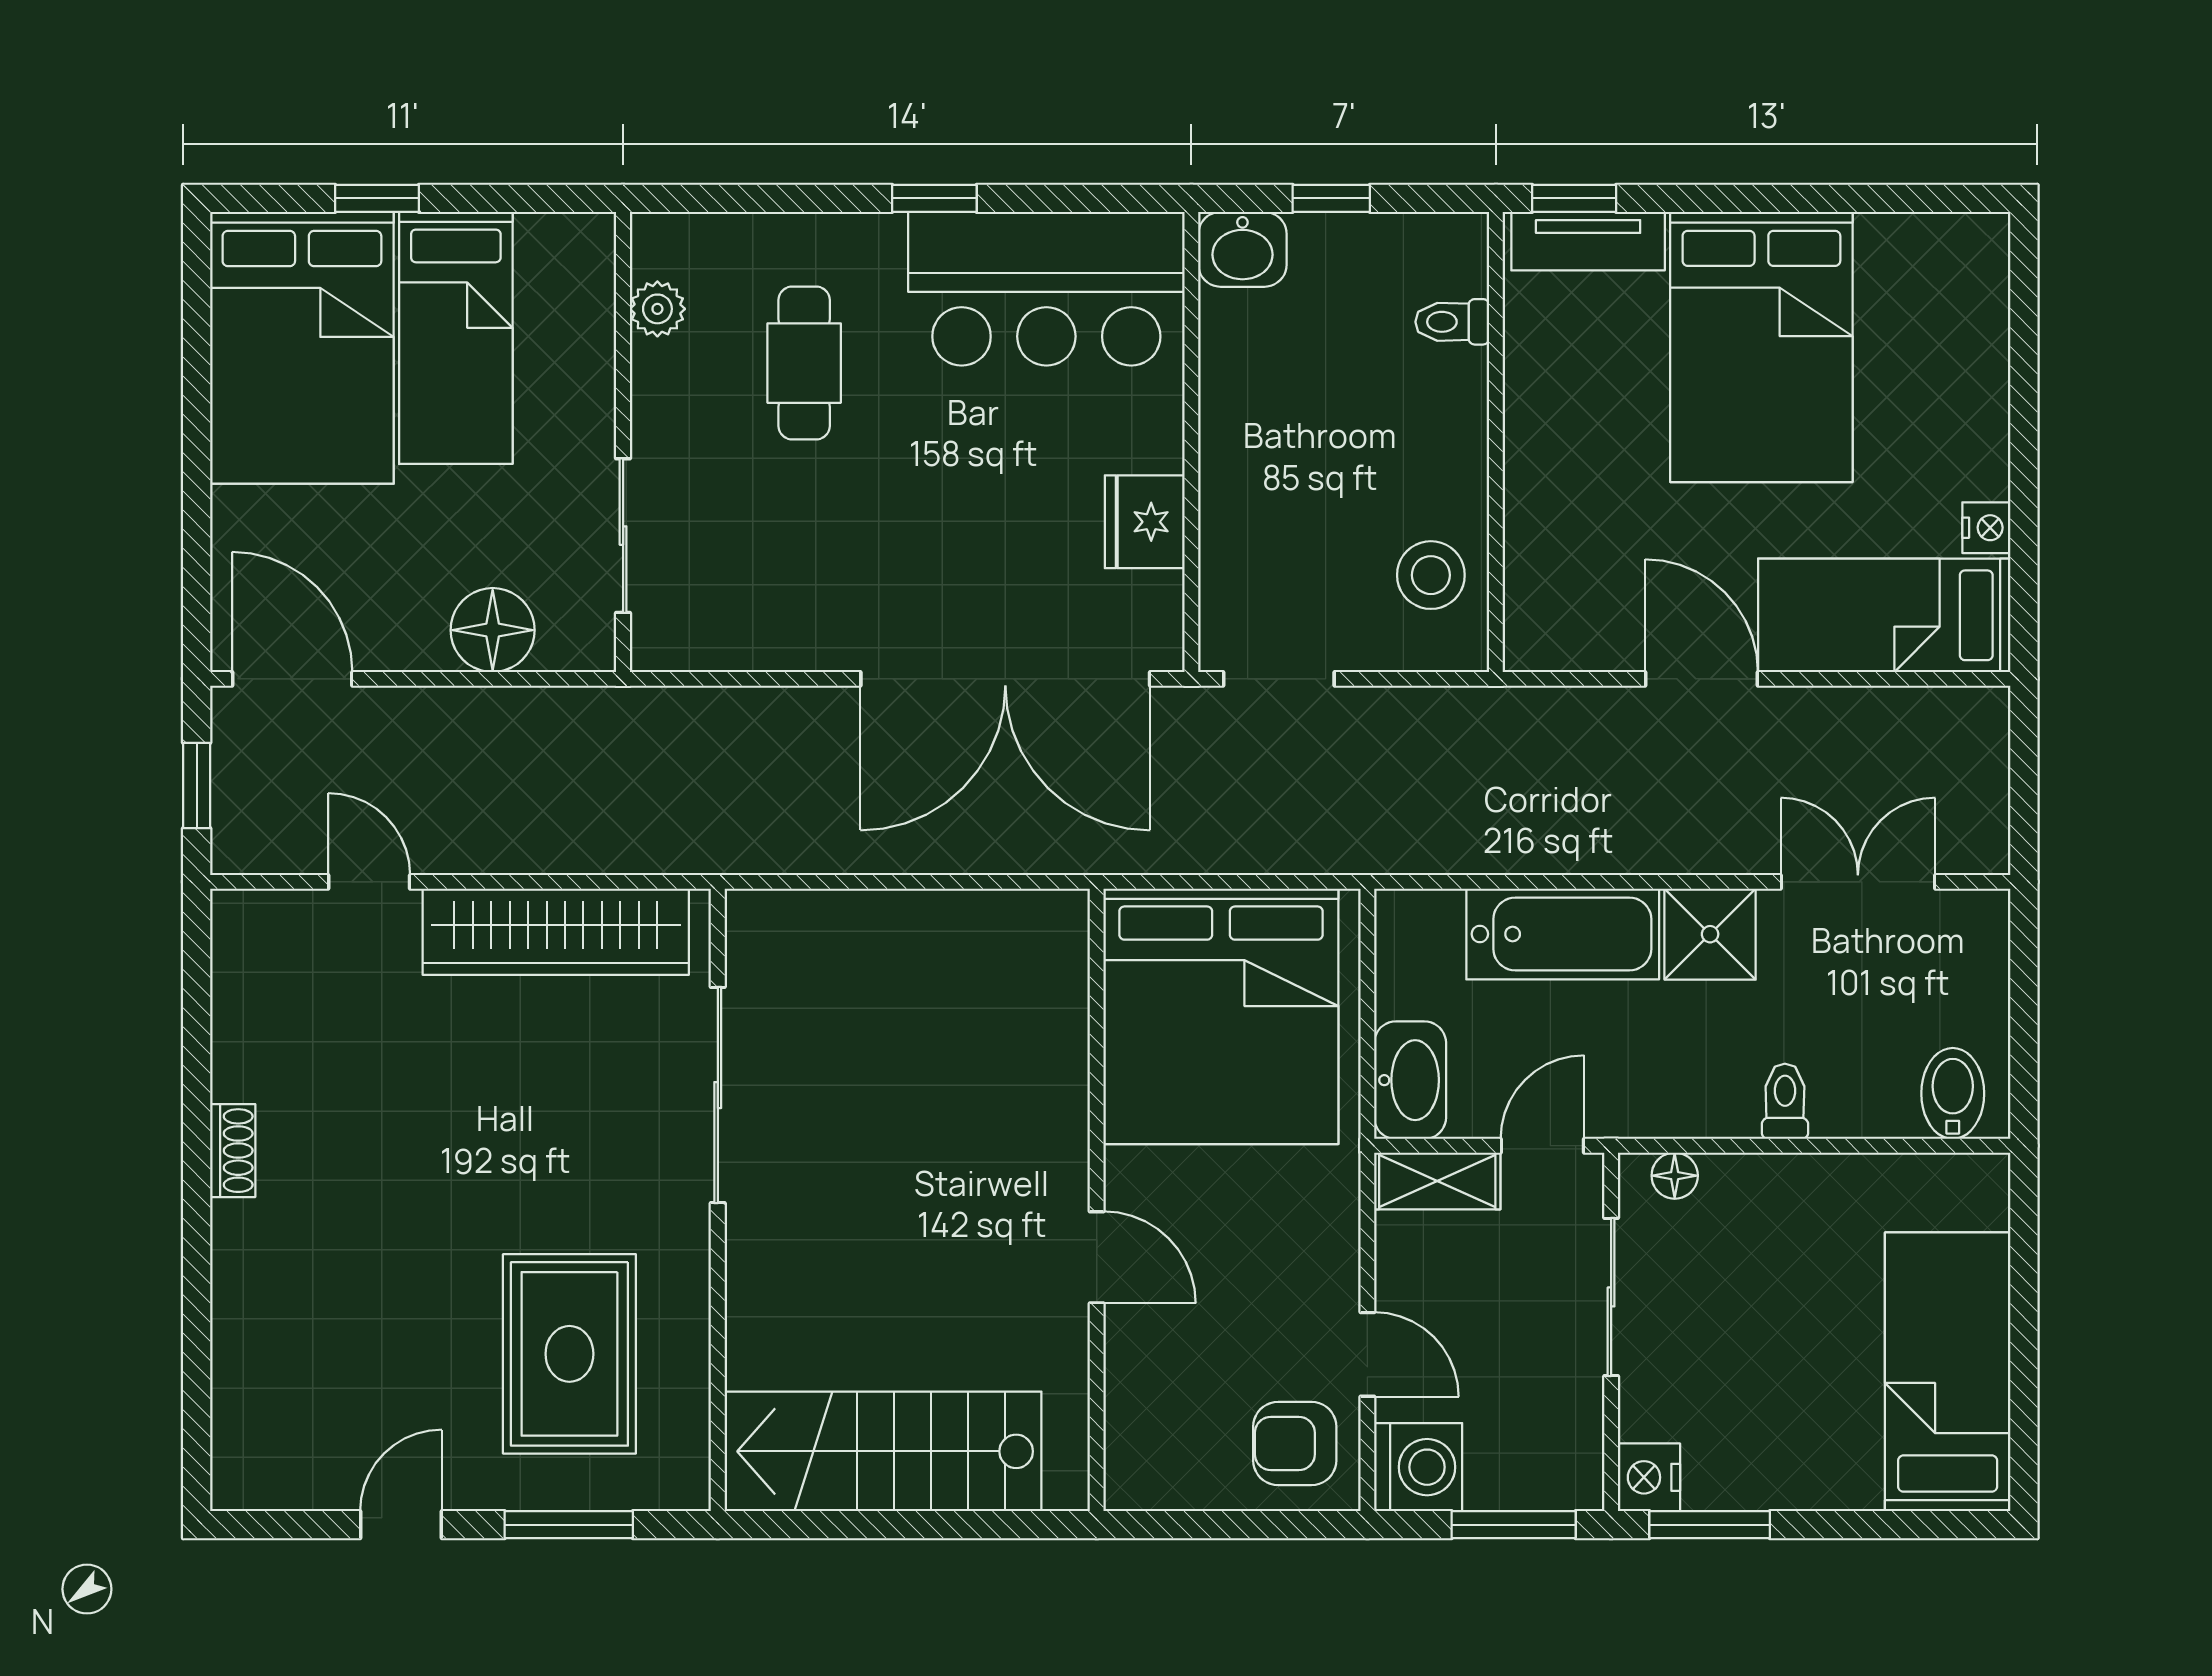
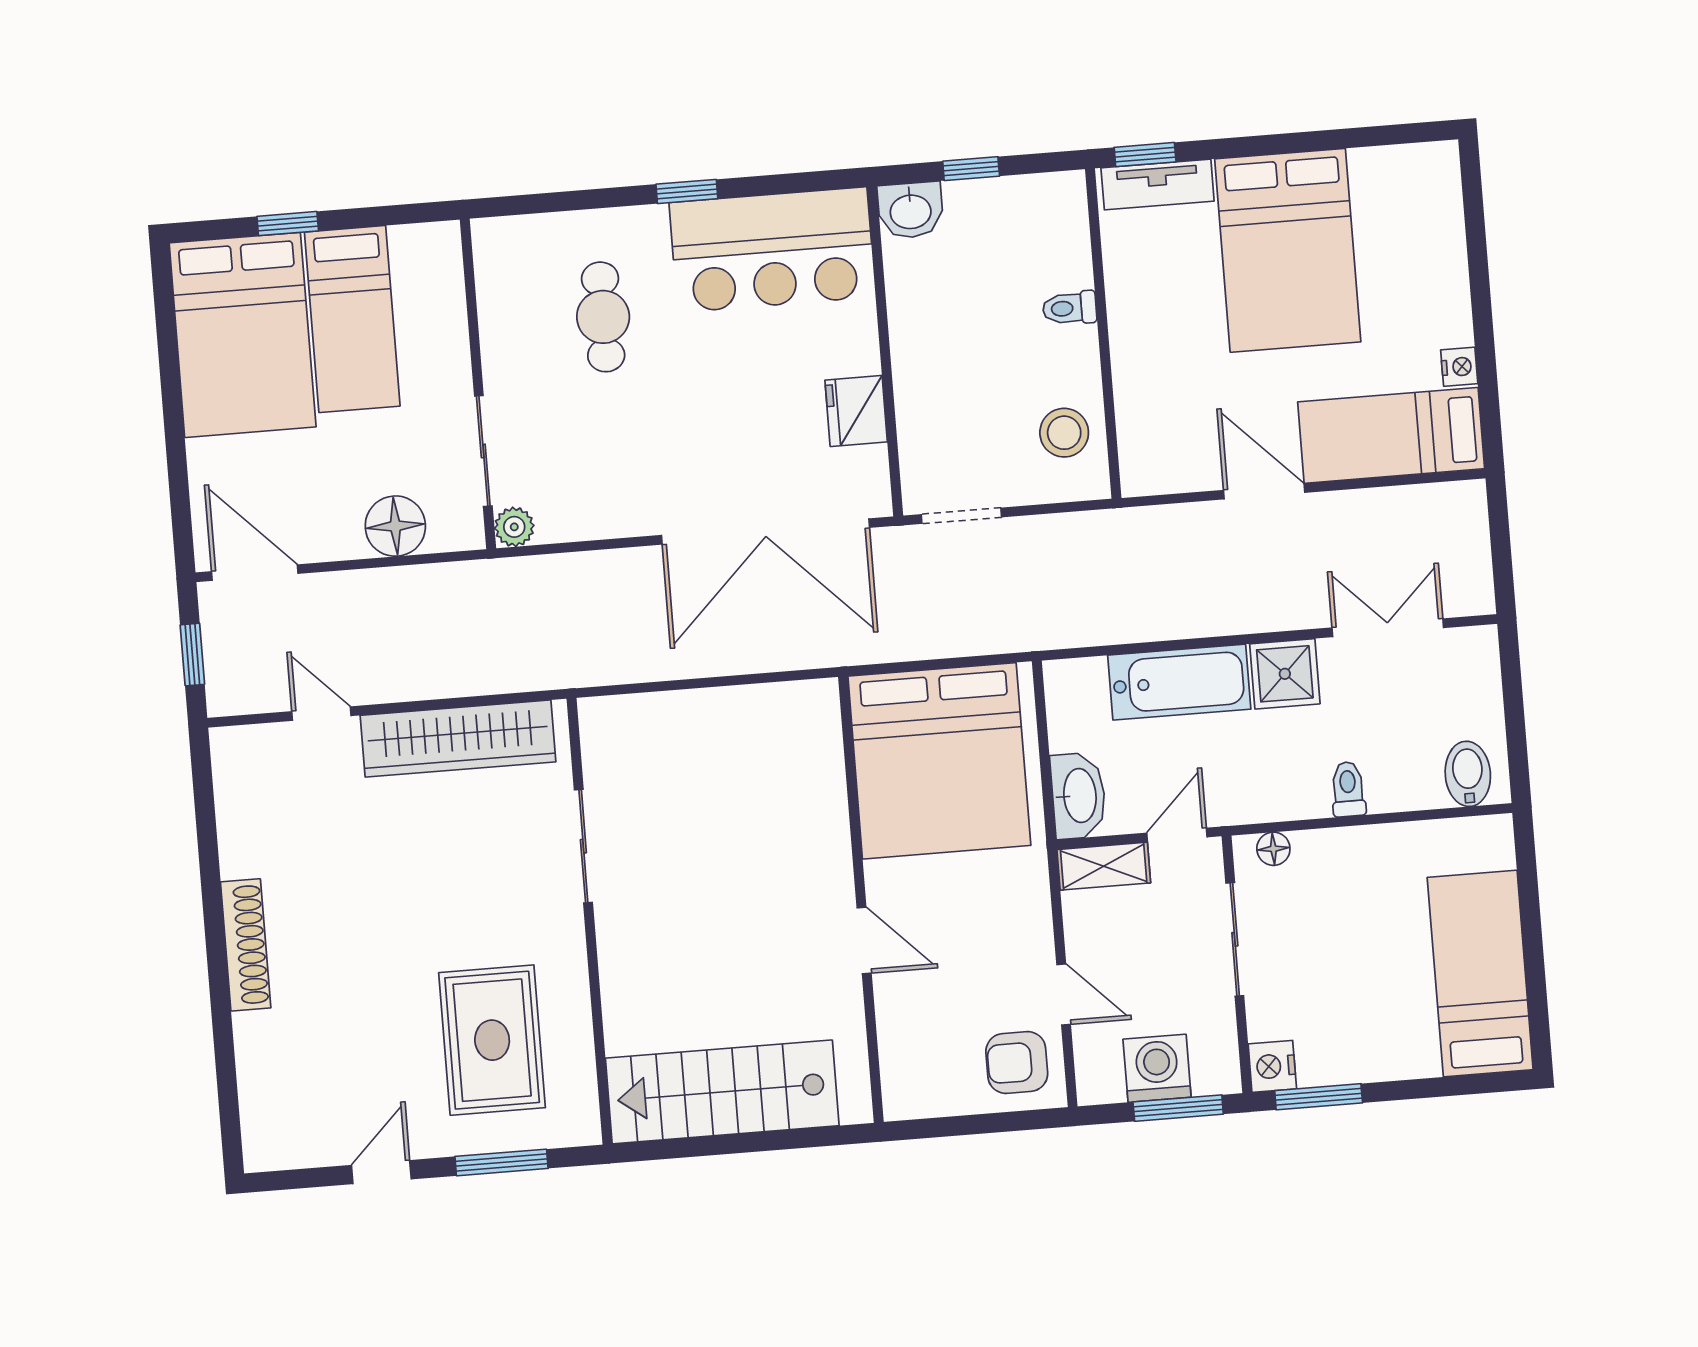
plant: (657, 309) -> (514, 527), moved
toilet: (1452, 322) -> (1070, 308), moved
sliding door: (718, 1095) -> (583, 846), width x0.73
shoe rack: (233, 1151) -> (246, 945), width x1.94, depth x1.24
washing machine: (1418, 1467) -> (1157, 1068), moved, turned -90

